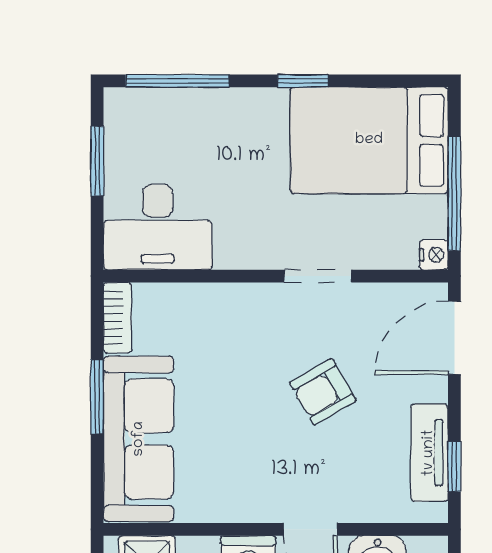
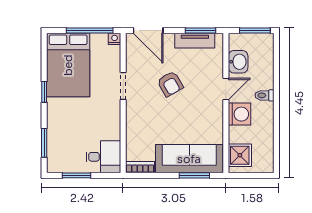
window: (177, 81) -> (44, 143), width x0.69
desk: (158, 227) -> (103, 157), width x0.73
window: (97, 397) -> (194, 175), moved
window: (454, 467) -> (200, 31), width x1.50

